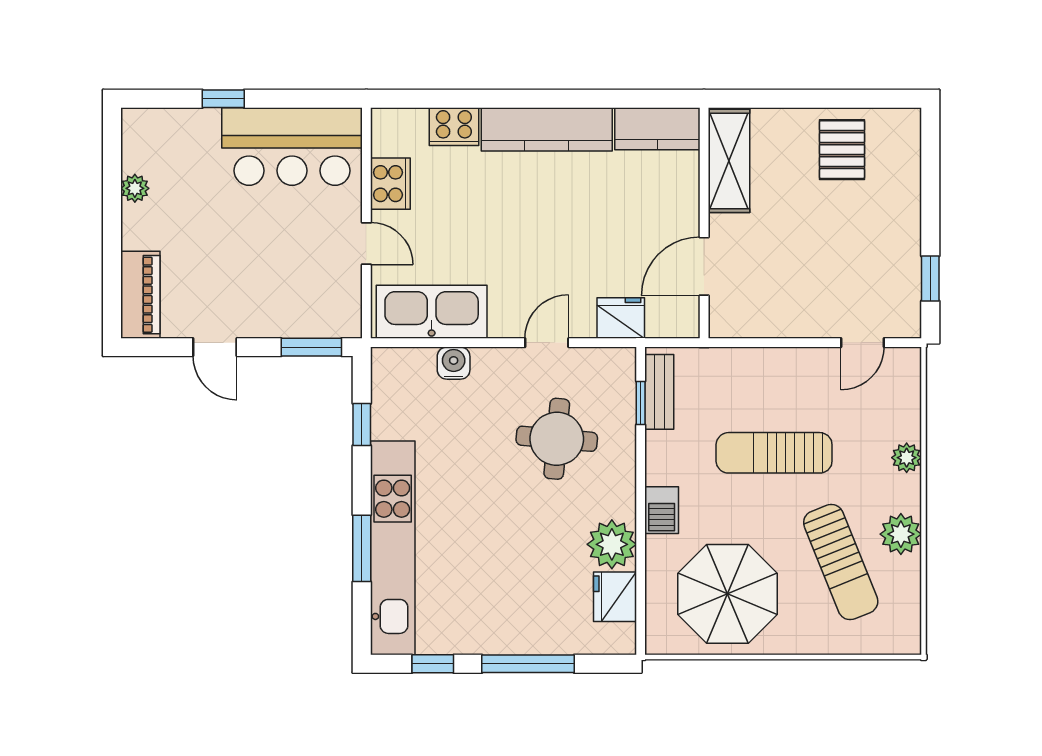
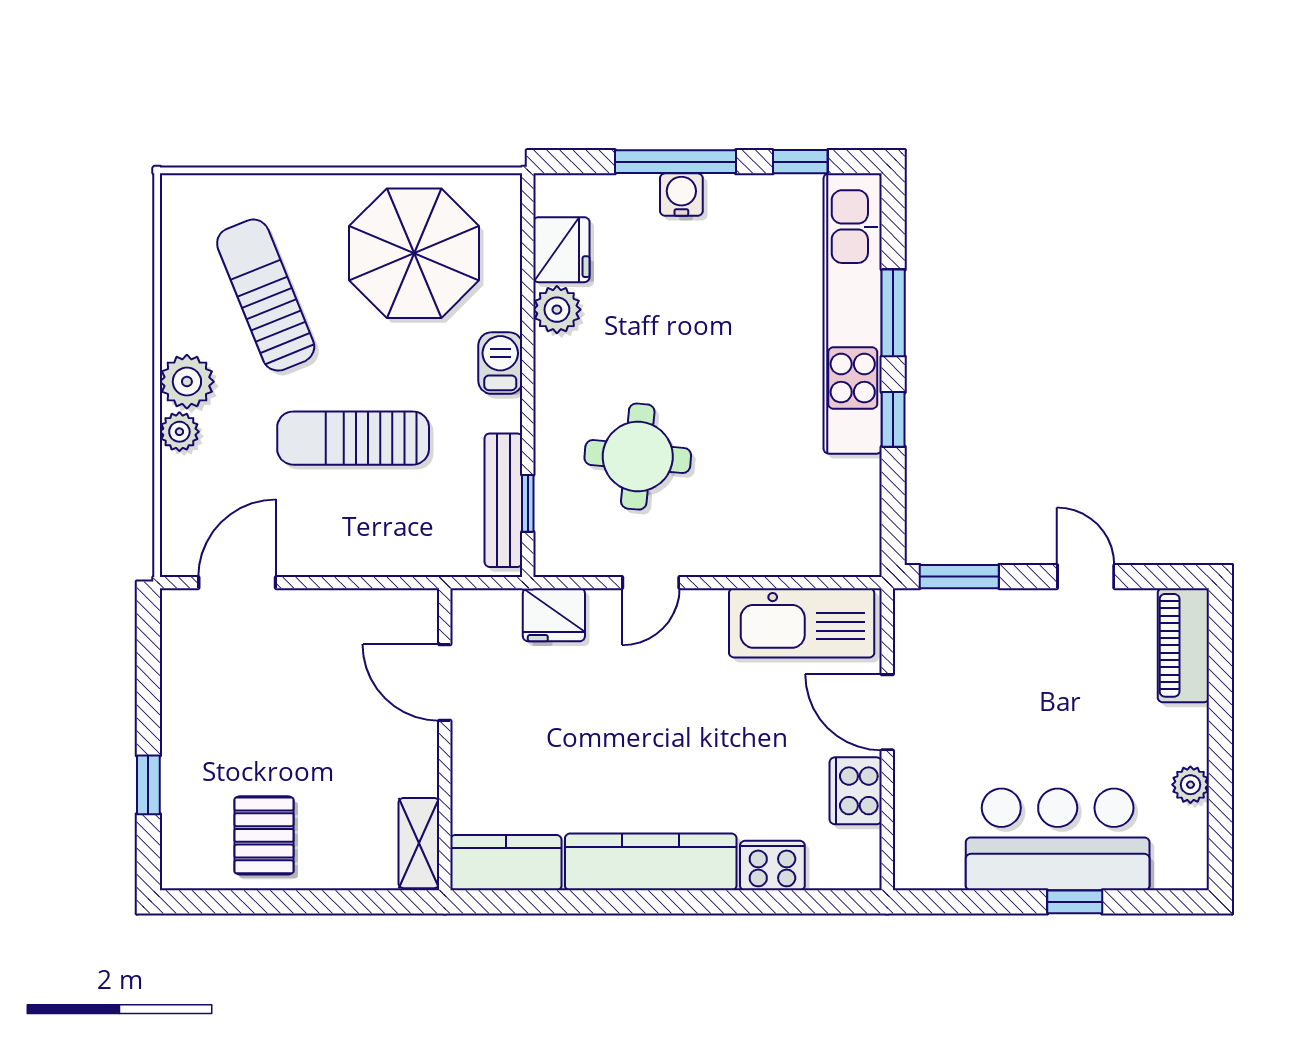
bar counter: (292, 147) -> (1058, 839), moved
shelving: (729, 161) -> (419, 843), width x0.67, depth x0.75
door: (366, 244) -> (887, 712), width x1.38
door: (704, 266) -> (445, 682), swing flipped
window: (930, 278) -> (148, 785), moved
door: (863, 343) -> (237, 583), width x1.38
water cooler: (454, 363) -> (681, 195), moved, turned 180
bench: (659, 392) -> (503, 500), width x1.36
window: (362, 425) -> (893, 419), moved
sun lounger: (774, 453) -> (353, 438), turned 180
plant: (901, 534) -> (187, 382), moved
plant: (612, 544) -> (557, 310), width x0.73, depth x0.73

